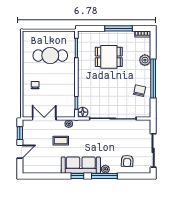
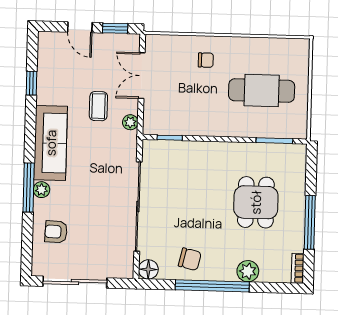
cafe table: (50, 56) -> (262, 91), turned 90
floor lamp: (83, 112) -> (148, 269), moved
double door: (44, 119) -> (142, 76), swing flipped
window: (77, 176) -> (31, 83), moved

